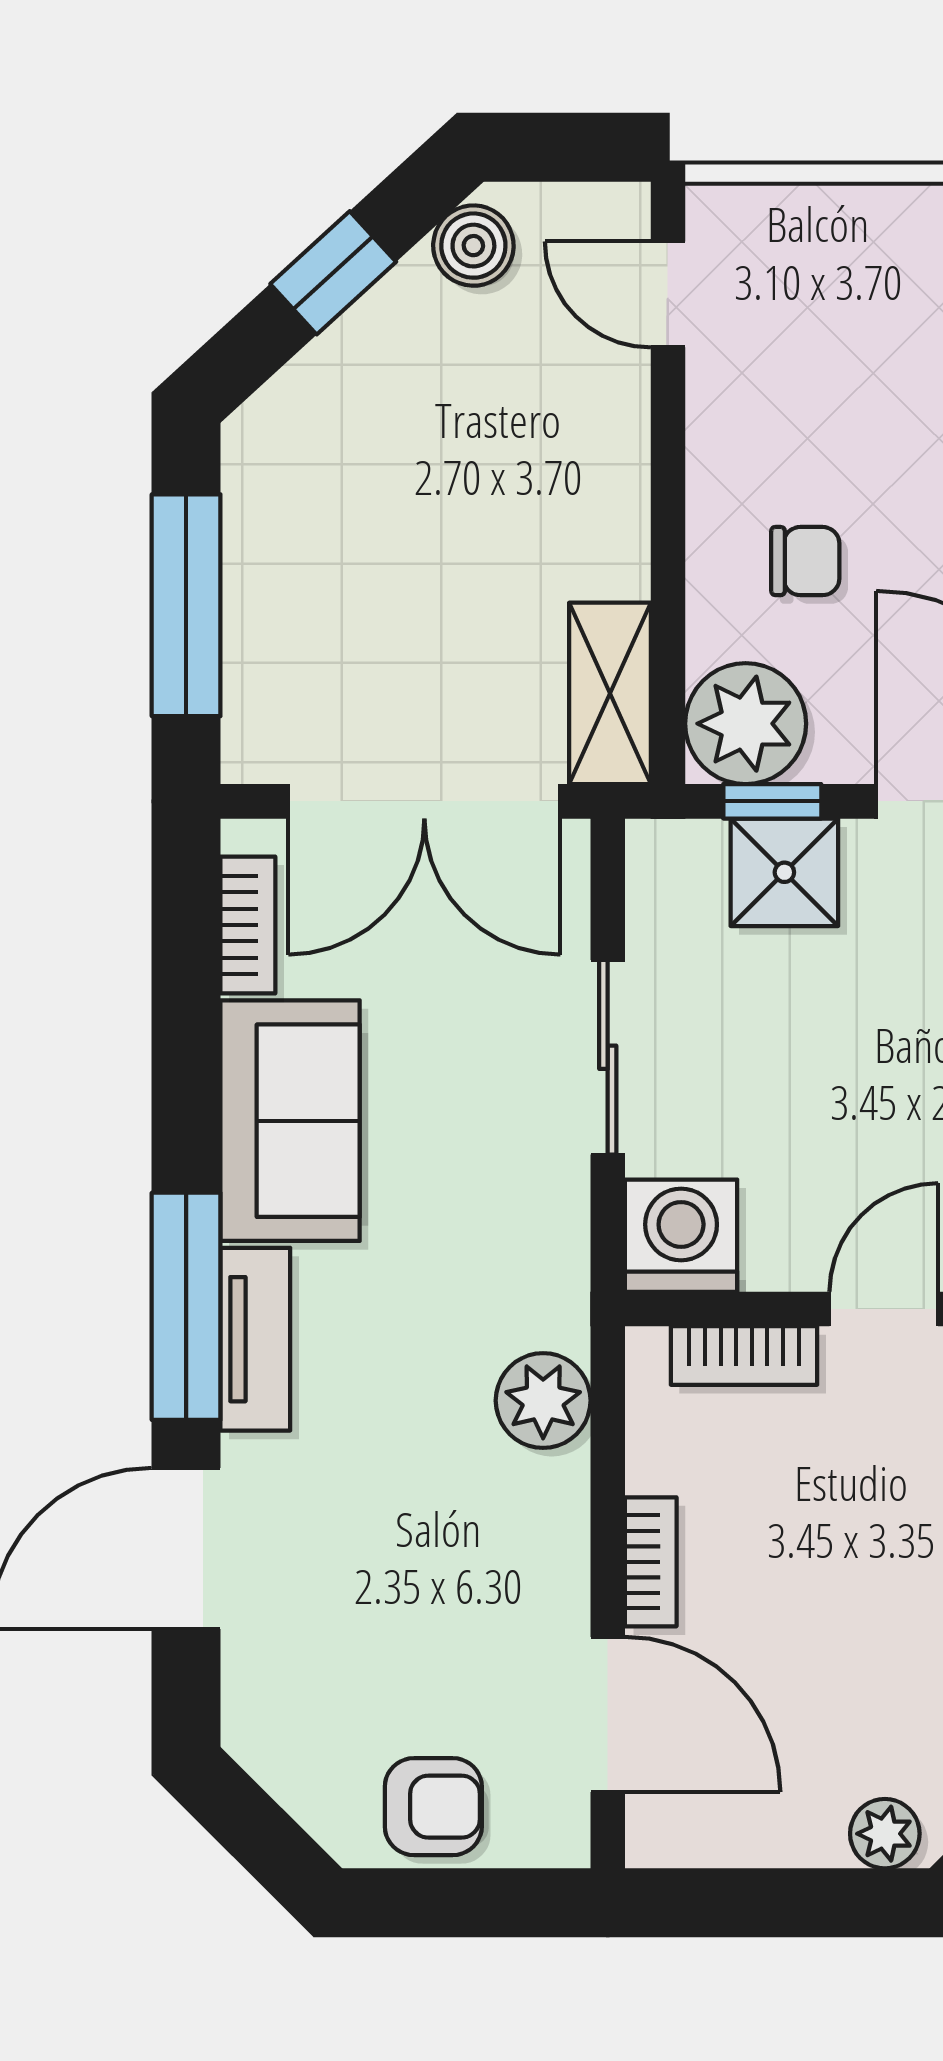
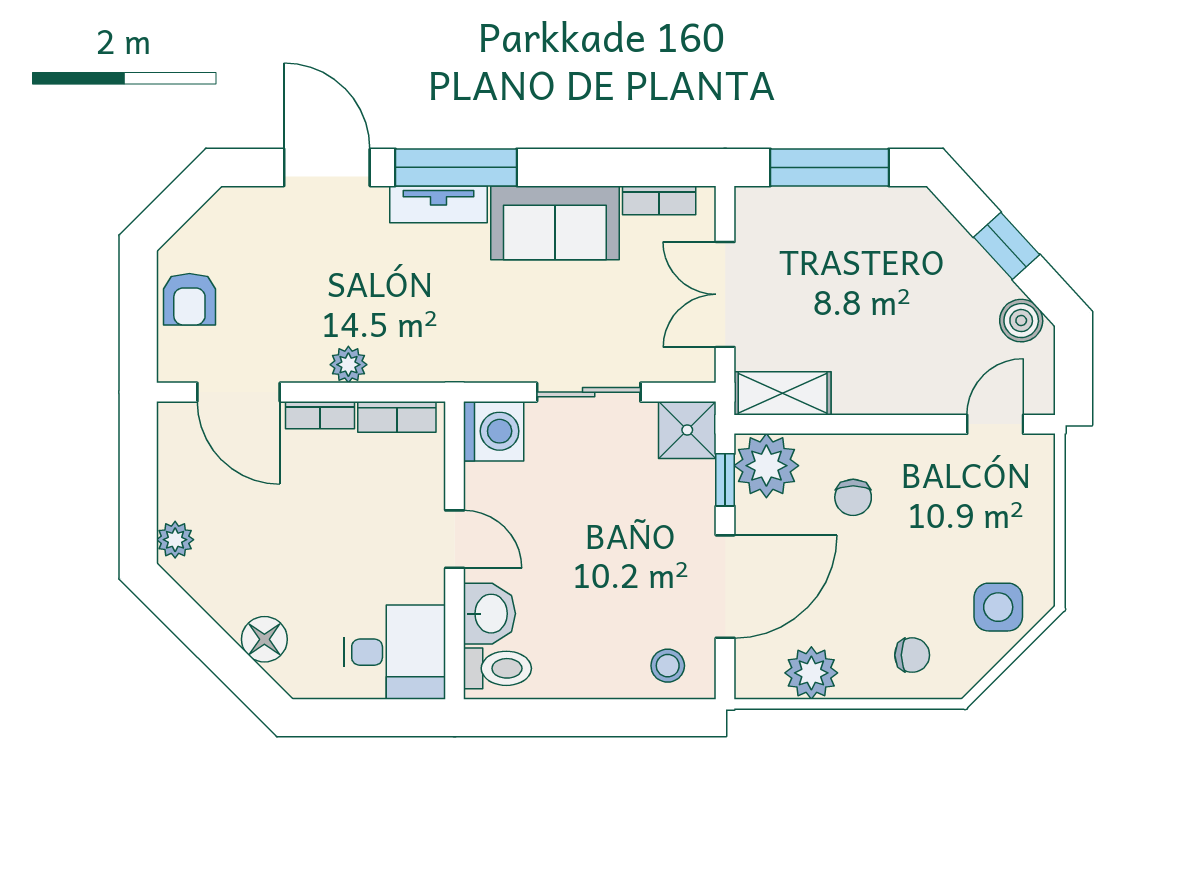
double door: (424, 801) -> (725, 294), width x0.73
shower: (784, 872) -> (687, 430), moved
bookcase: (744, 1356) -> (397, 417), moved, turned -90
plant: (543, 1401) -> (348, 365), moved, width x0.73, depth x0.73
door: (608, 1714) -> (239, 392), hinge flipped

